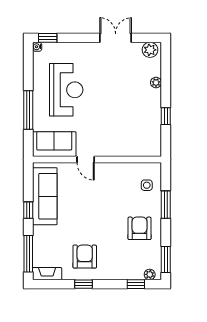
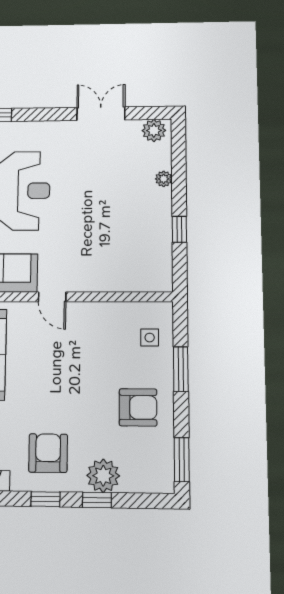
armchair: (140, 228) -> (138, 407), turned 90
plant: (150, 274) -> (103, 476), moved, width x1.88, depth x1.88
window: (136, 284) -> (97, 500), moved

